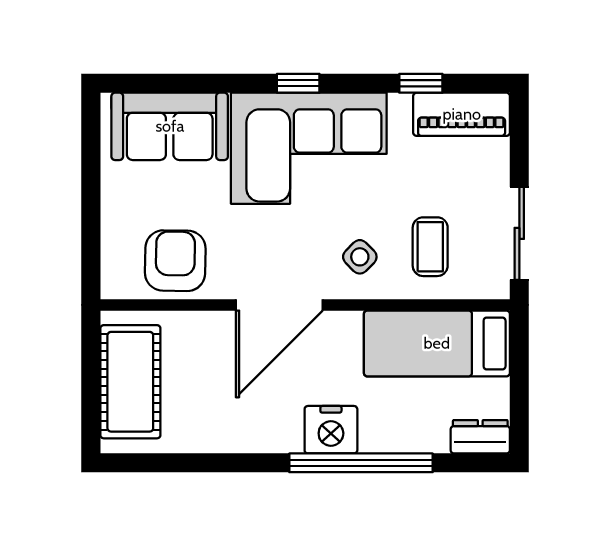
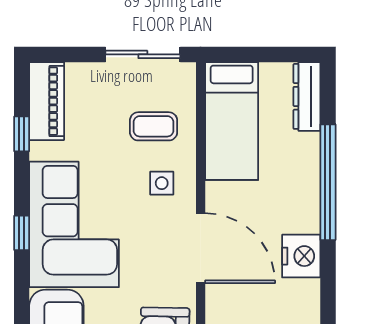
side table: (360, 257) -> (162, 183), turned 45
nightstand: (331, 430) -> (301, 256), moved
dresser: (480, 437) -> (307, 96), width x1.44

